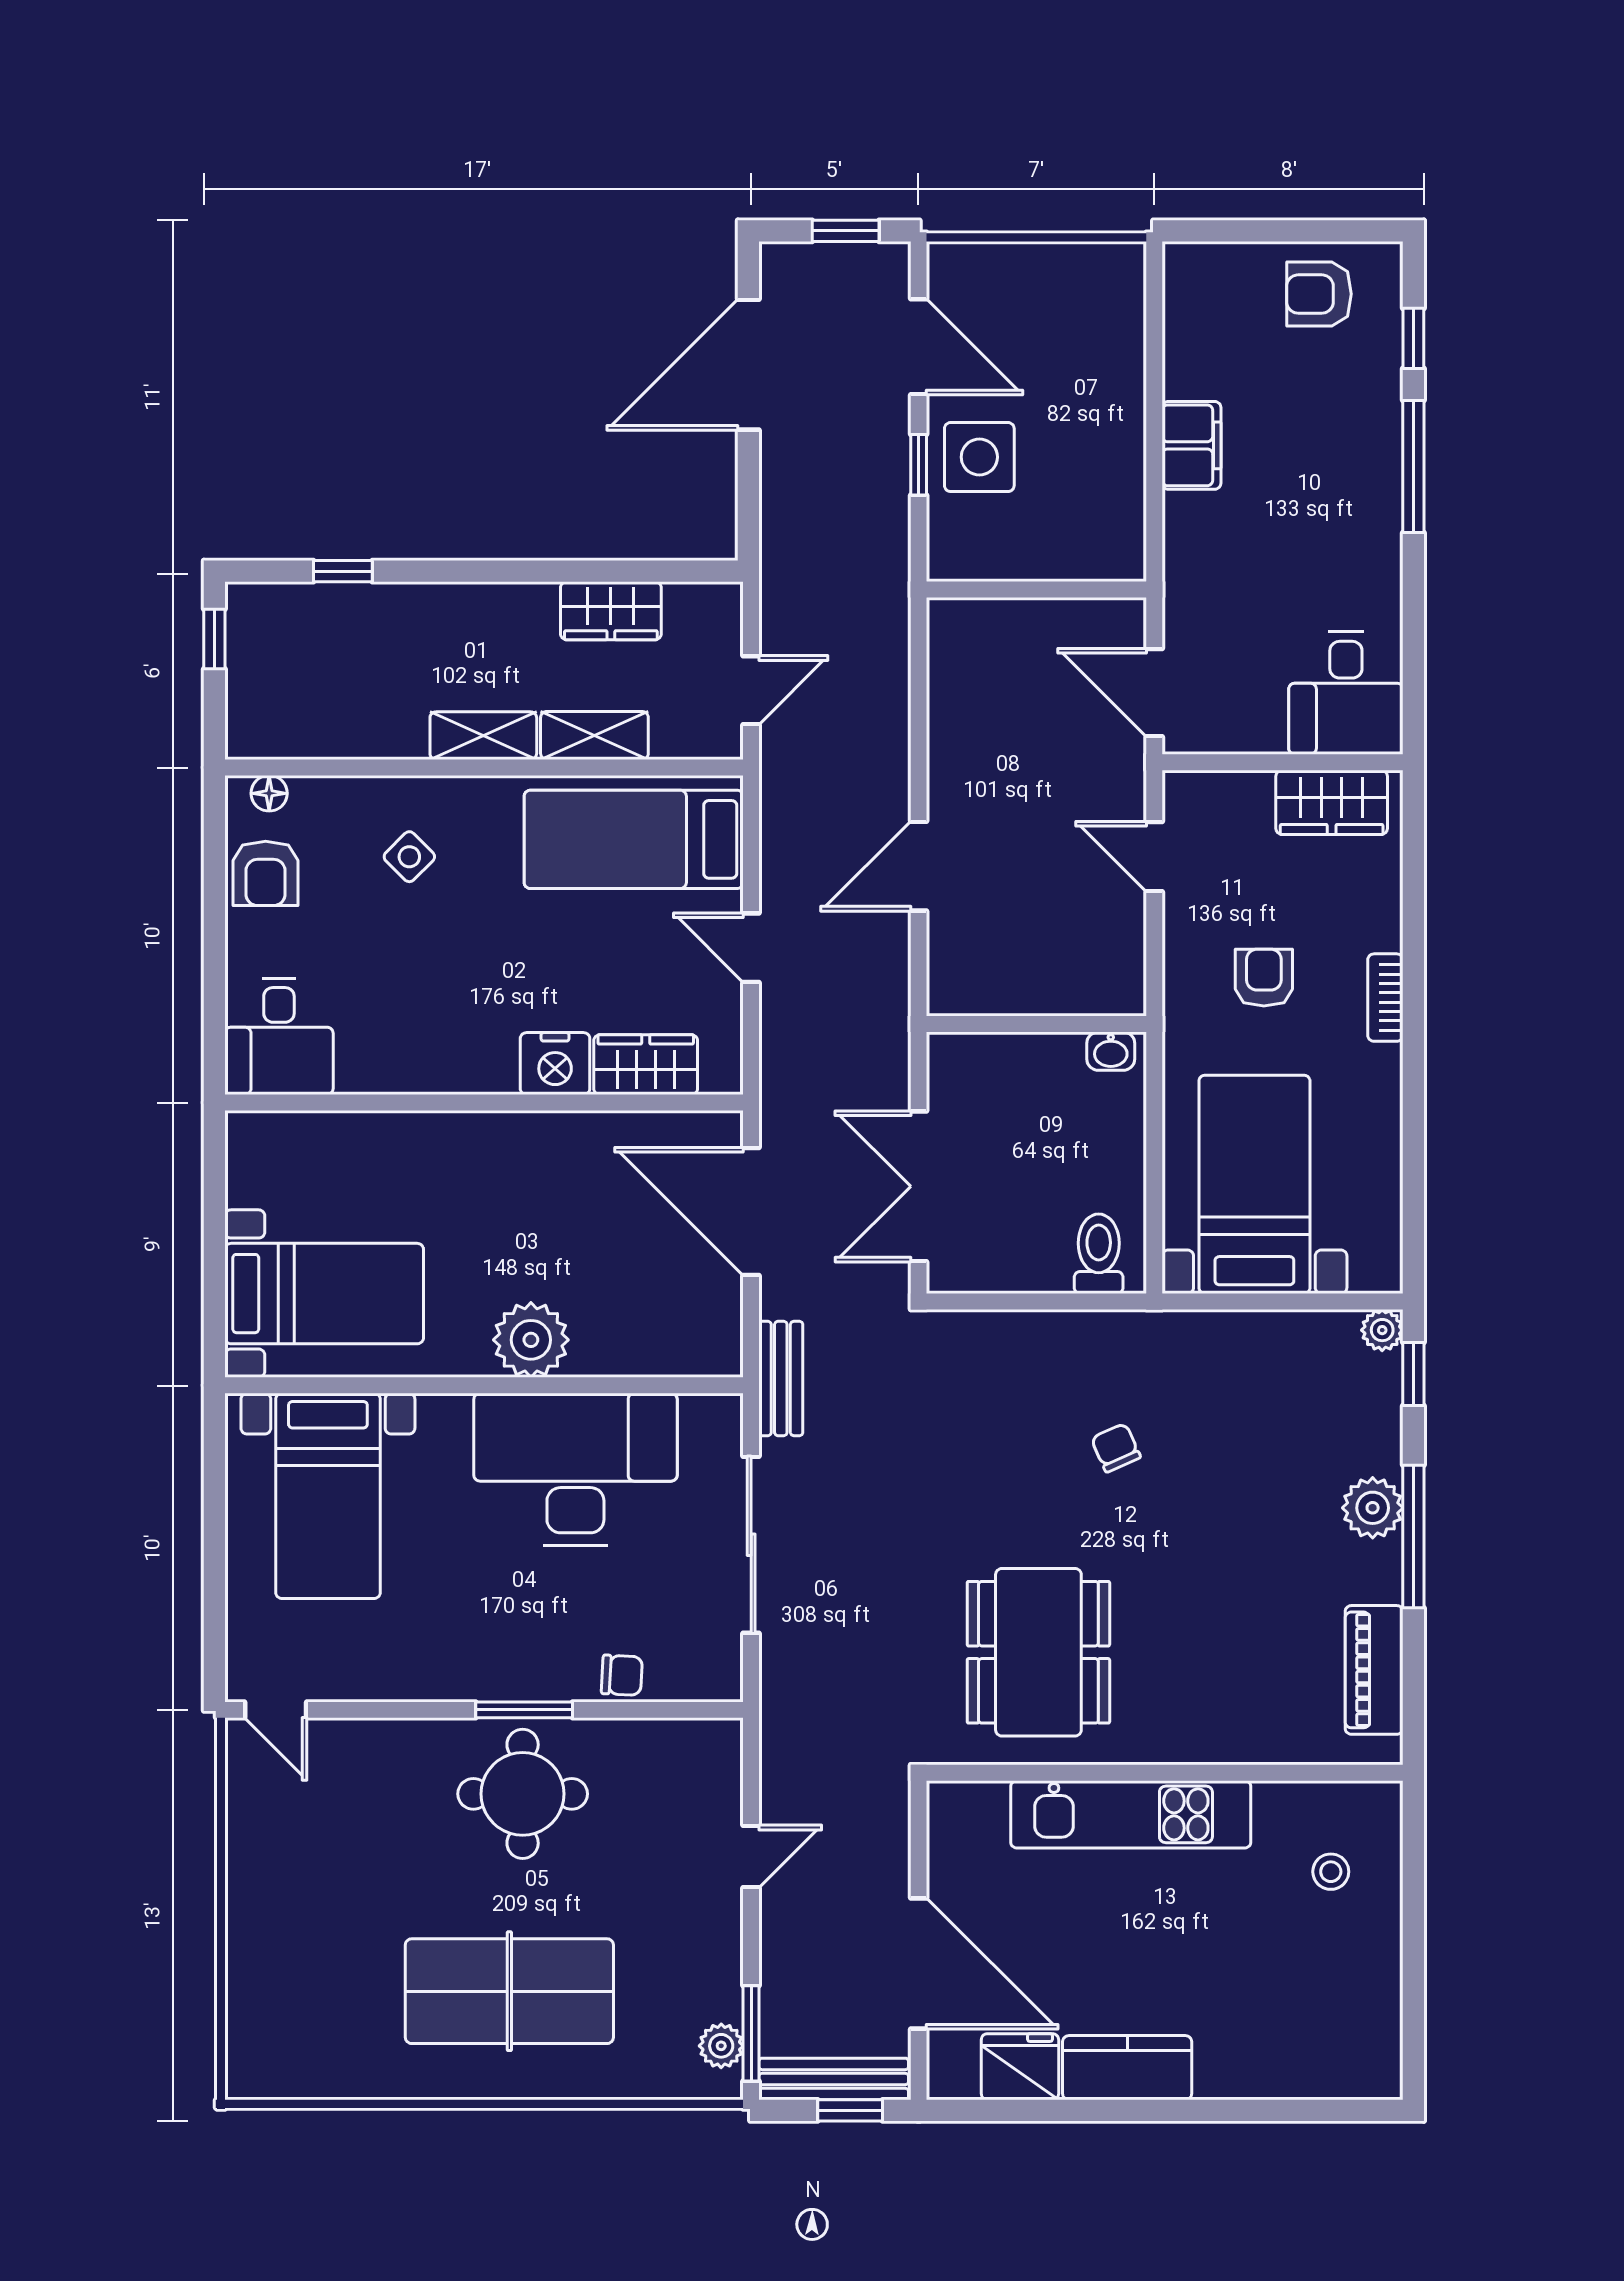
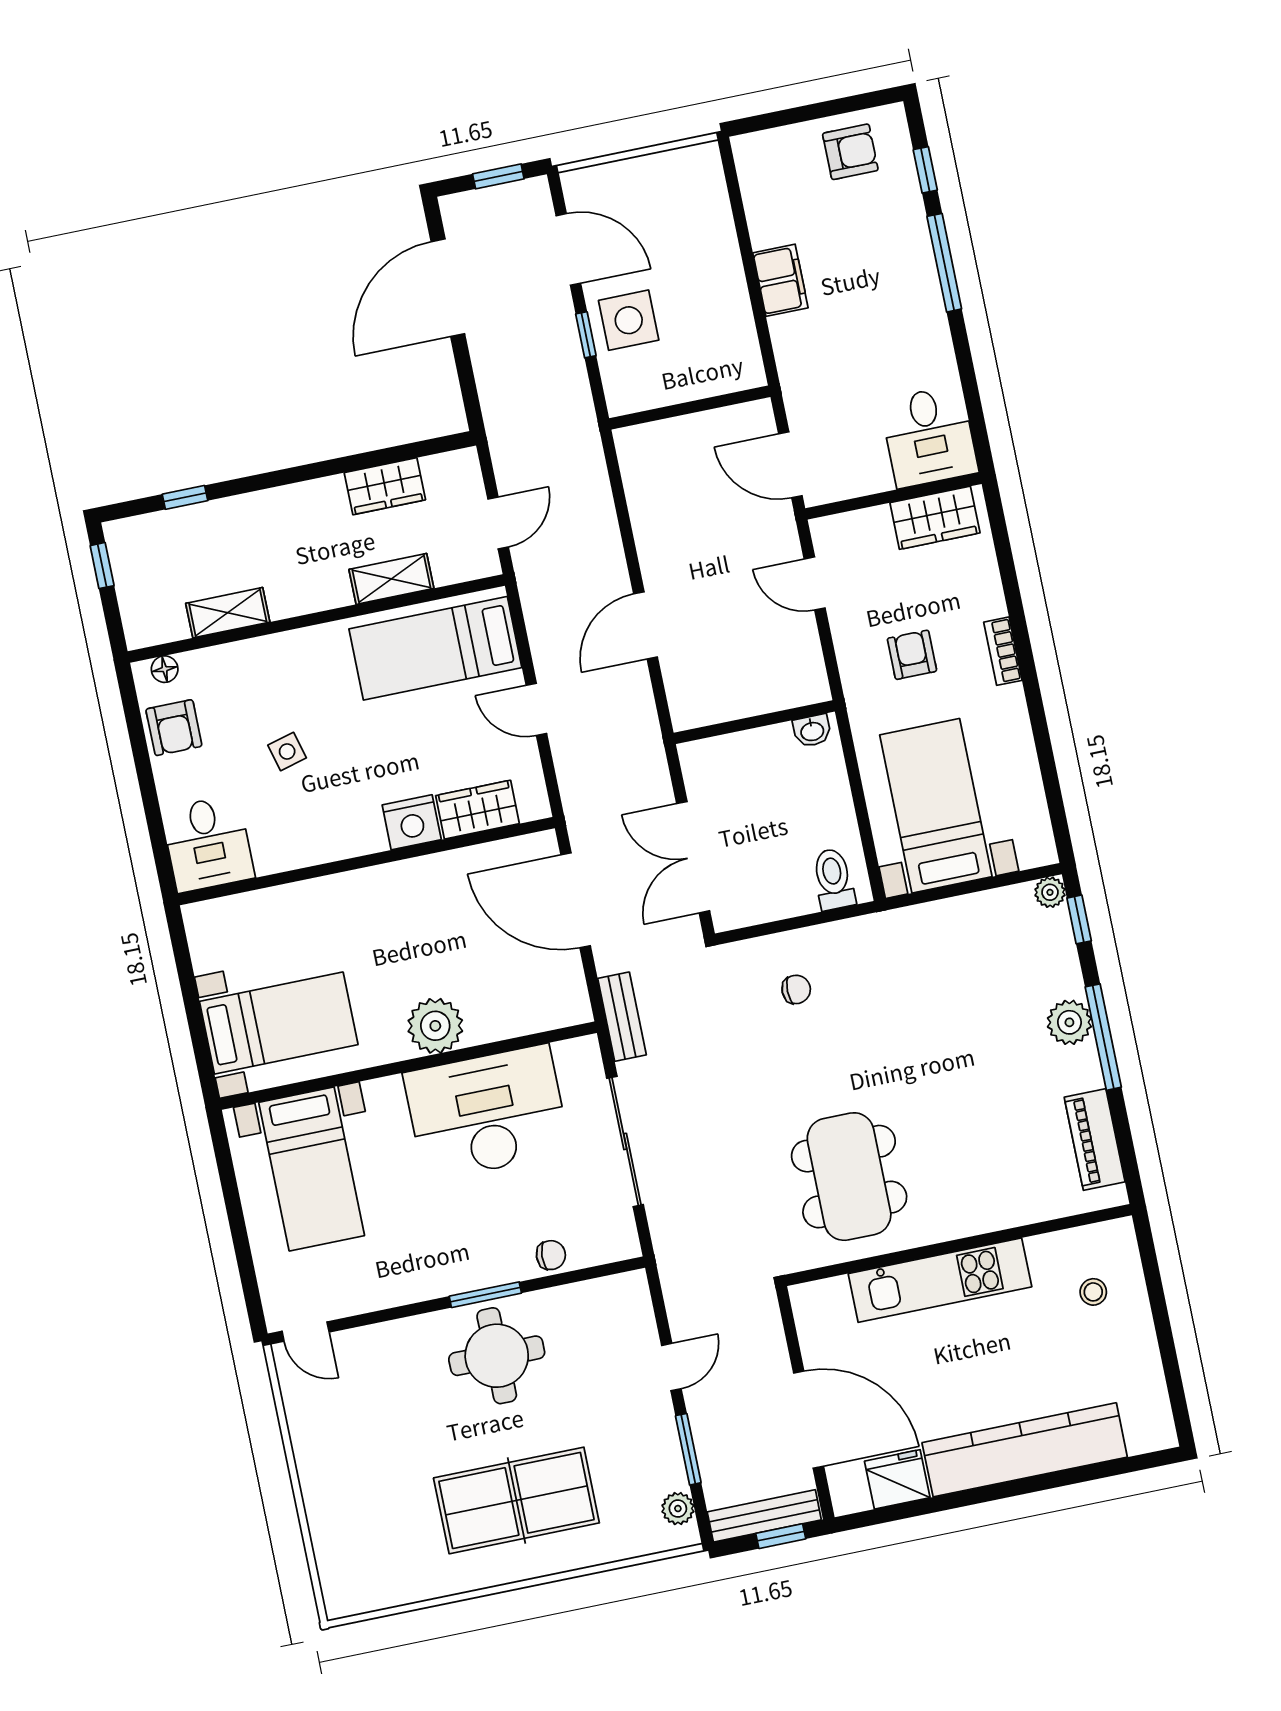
armchair: (1319, 294) -> (850, 152), turned 180
shelving: (483, 736) -> (228, 613), moved
side table: (409, 857) -> (287, 752), moved, turned 30
chair: (1116, 1448) -> (796, 989), moved, turned 114
window: (751, 2033) -> (688, 1449), moved
kitchen counter: (1127, 2068) -> (1025, 1450), width x2.08, depth x1.17

